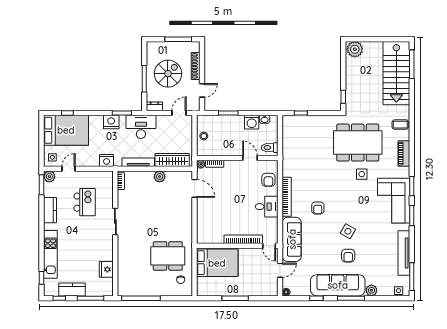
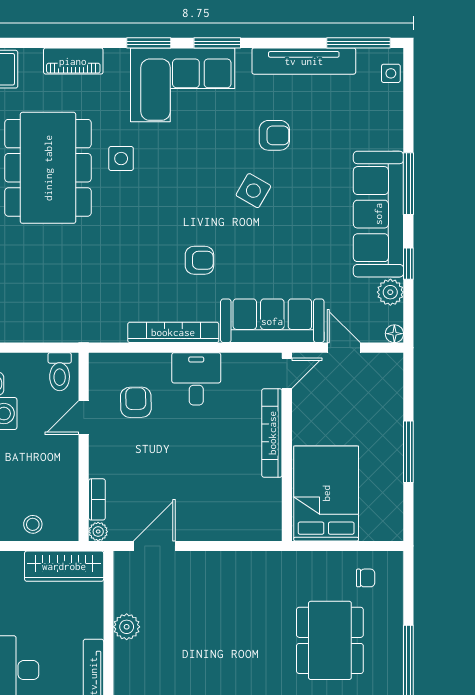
wardrobe: (172, 160) -> (64, 566), moved, turned -90
armchair: (268, 180) -> (136, 402), moved, turned -91
dining table: (168, 256) -> (330, 640), moved
armchair: (348, 256) -> (274, 135), moved
plant: (371, 290) -> (390, 292), moved

